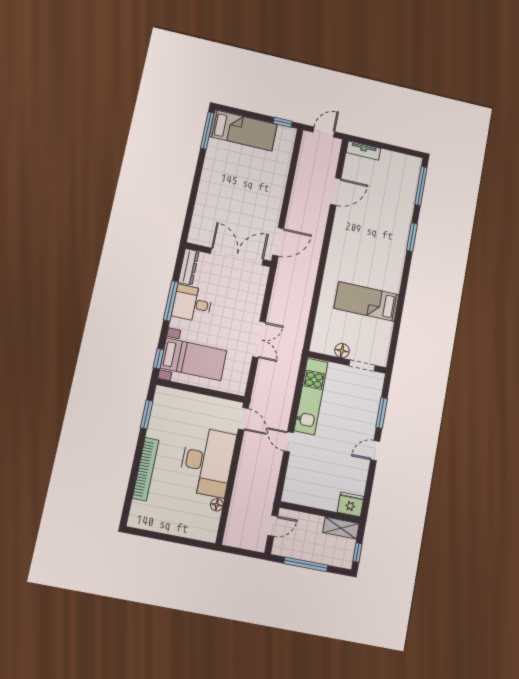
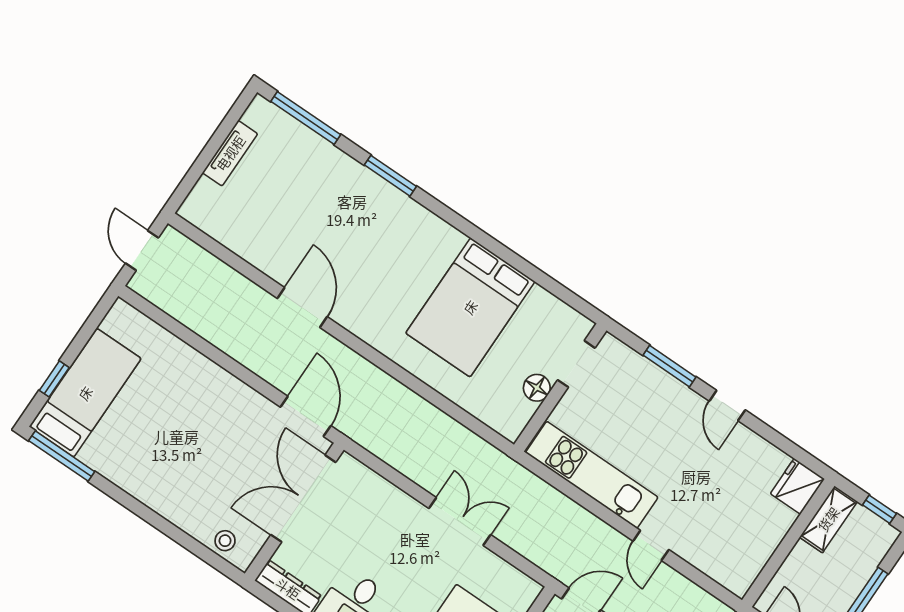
window: (283, 122) -> (54, 379), moved
tv unit: (363, 151) -> (230, 153), moved
door: (336, 192) -> (302, 307), moved
stool: (199, 226) -> (225, 541), added
bed: (367, 301) -> (470, 307), width x1.50
door: (289, 442) -> (651, 545), hinge flipped

